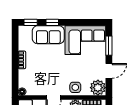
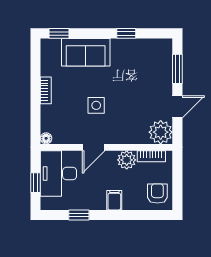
window: (52, 22) -> (126, 33), moved
corner sofa: (85, 40) -> (142, 60), removed
side table: (75, 87) -> (96, 105), moved

